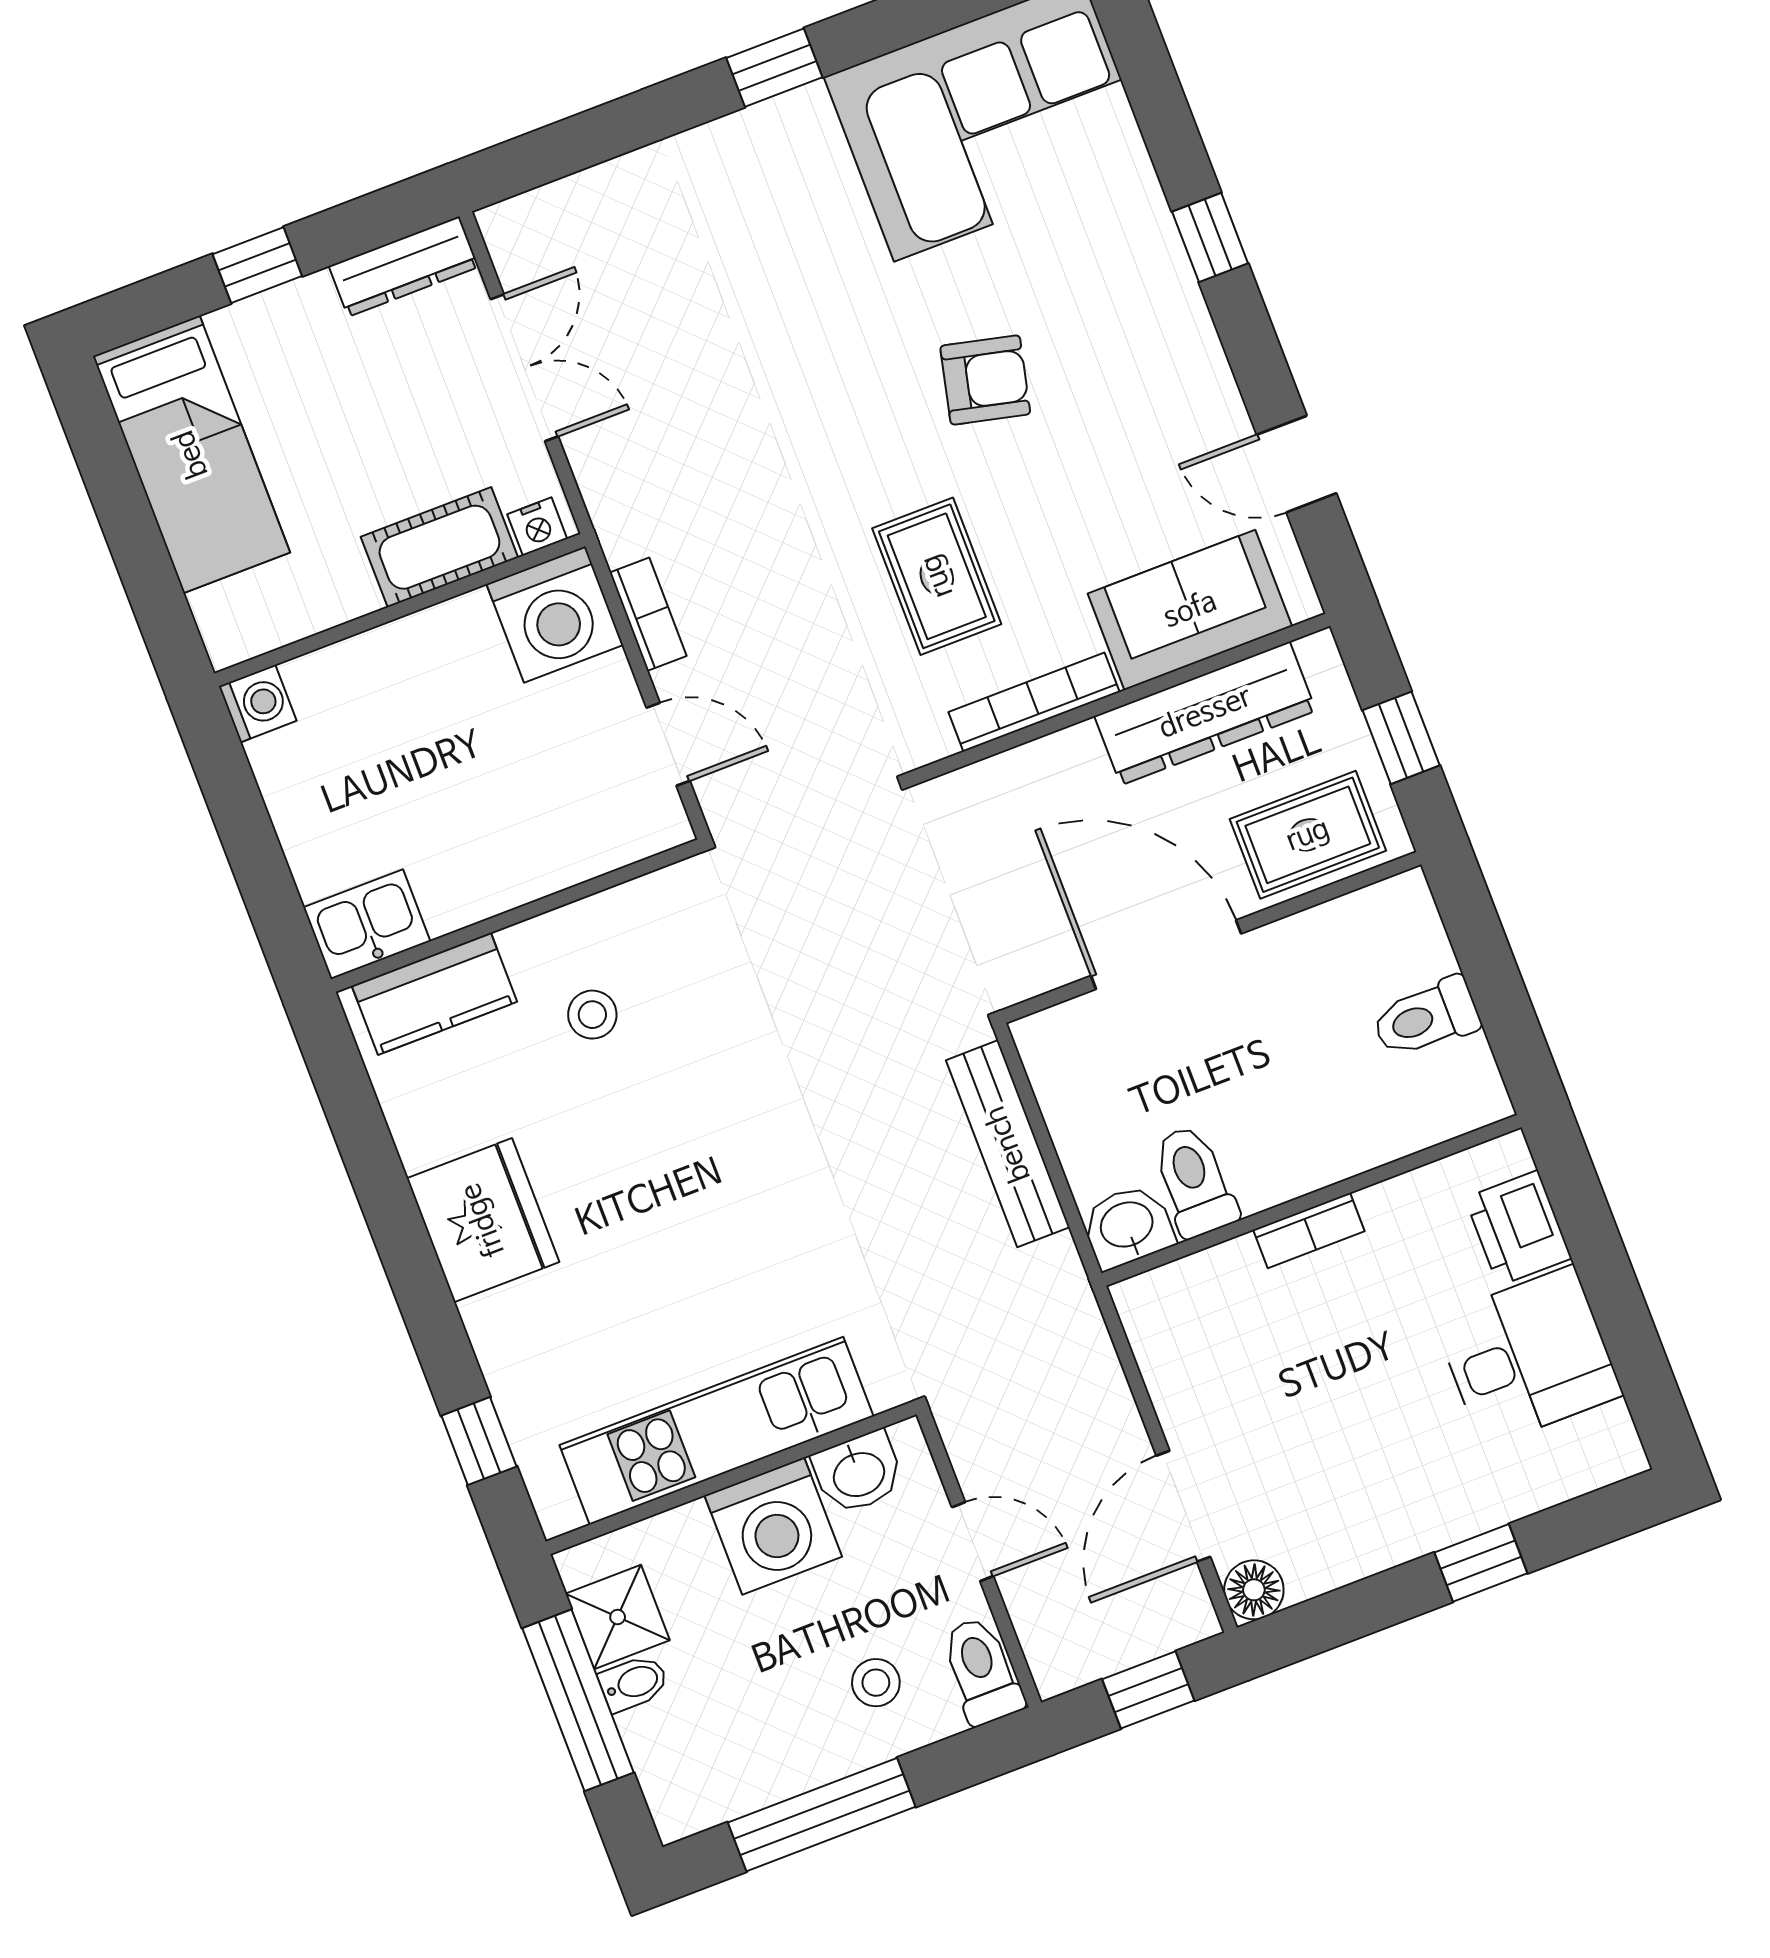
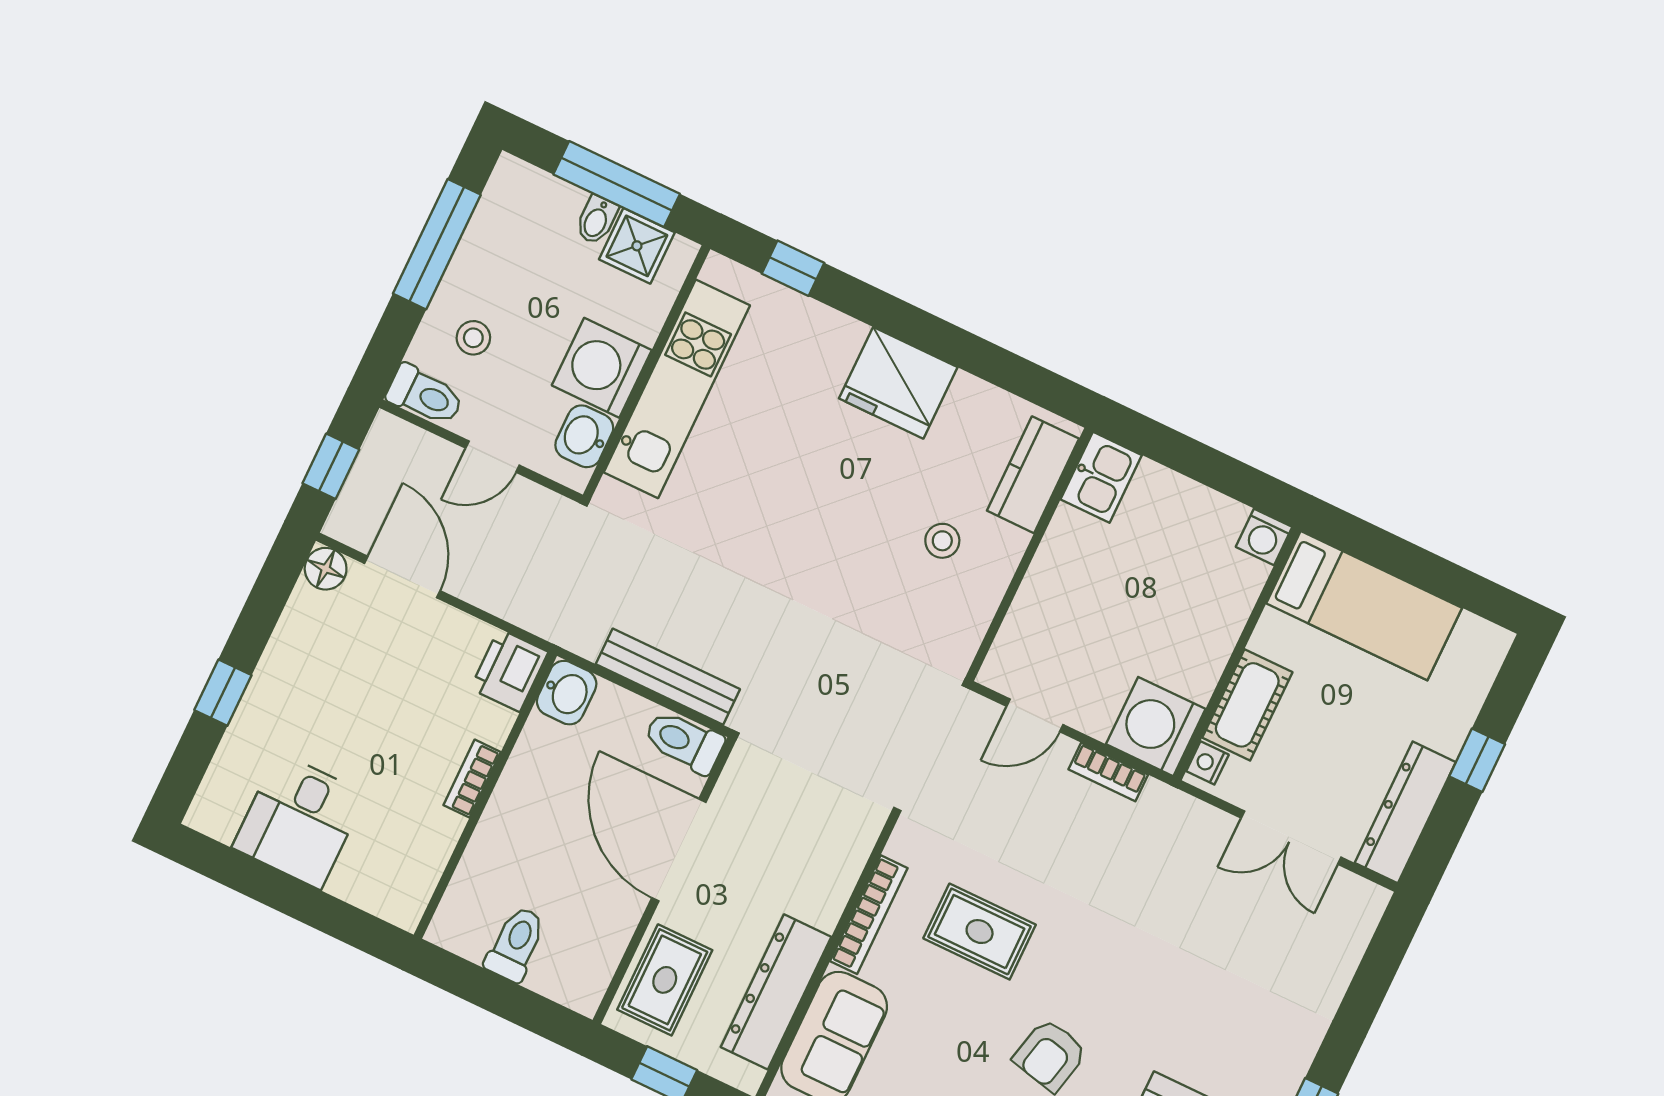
dresser: (404, 266) -> (1405, 812), width x1.37, depth x1.24
bed: (191, 454) -> (1364, 606), moved, turned 180
door: (1166, 955) -> (679, 850), swing flipped
toilet: (1194, 1181) -> (684, 742), moved, turned 180
printer: (1518, 1228) -> (509, 670), moved, turned -90

